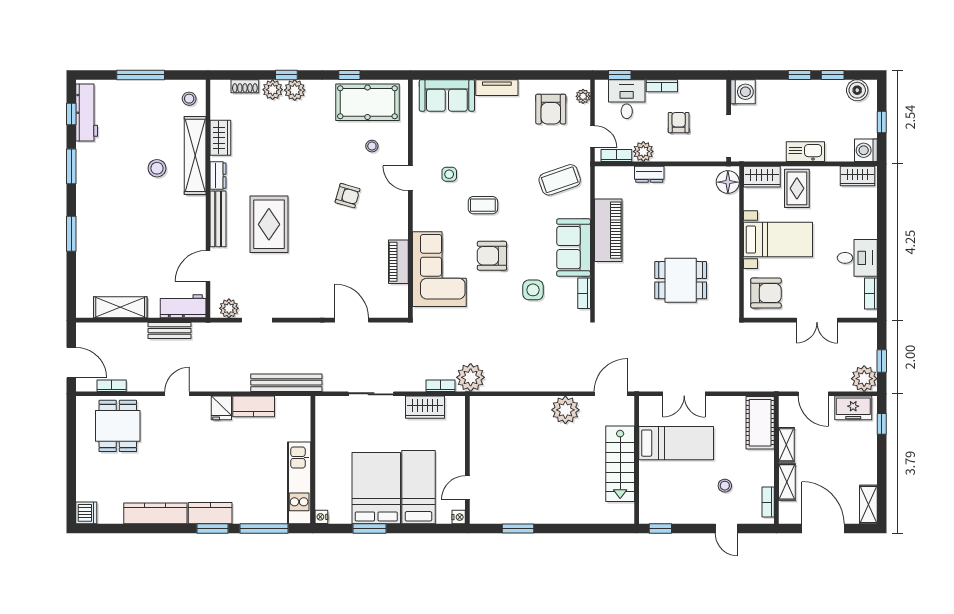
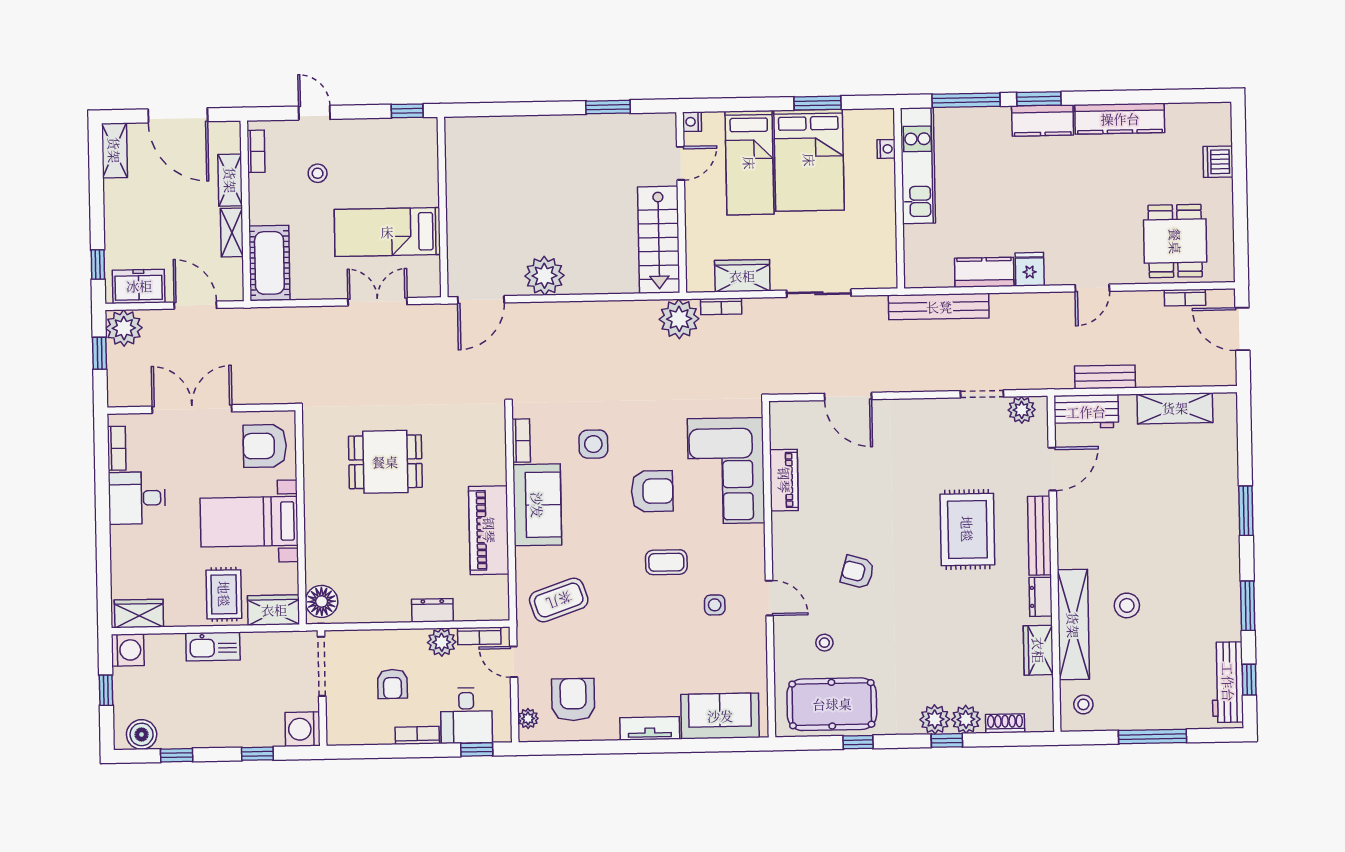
window: (799, 75) -> (257, 754), moved
double door: (817, 320) -> (192, 409), width x1.37
stairs: (620, 464) -> (659, 240), moved, turned 180
dishwasher: (86, 513) -> (1218, 162), moved
nightstand: (321, 517) -> (886, 149), moved

